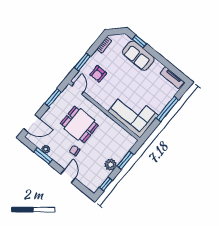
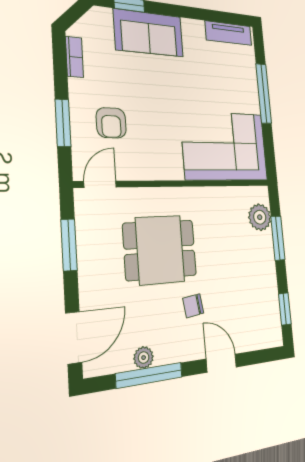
door: (78, 89) -> (100, 184), hinge flipped
window: (43, 156) -> (149, 375), width x1.44
plant: (111, 165) -> (260, 217), moved

